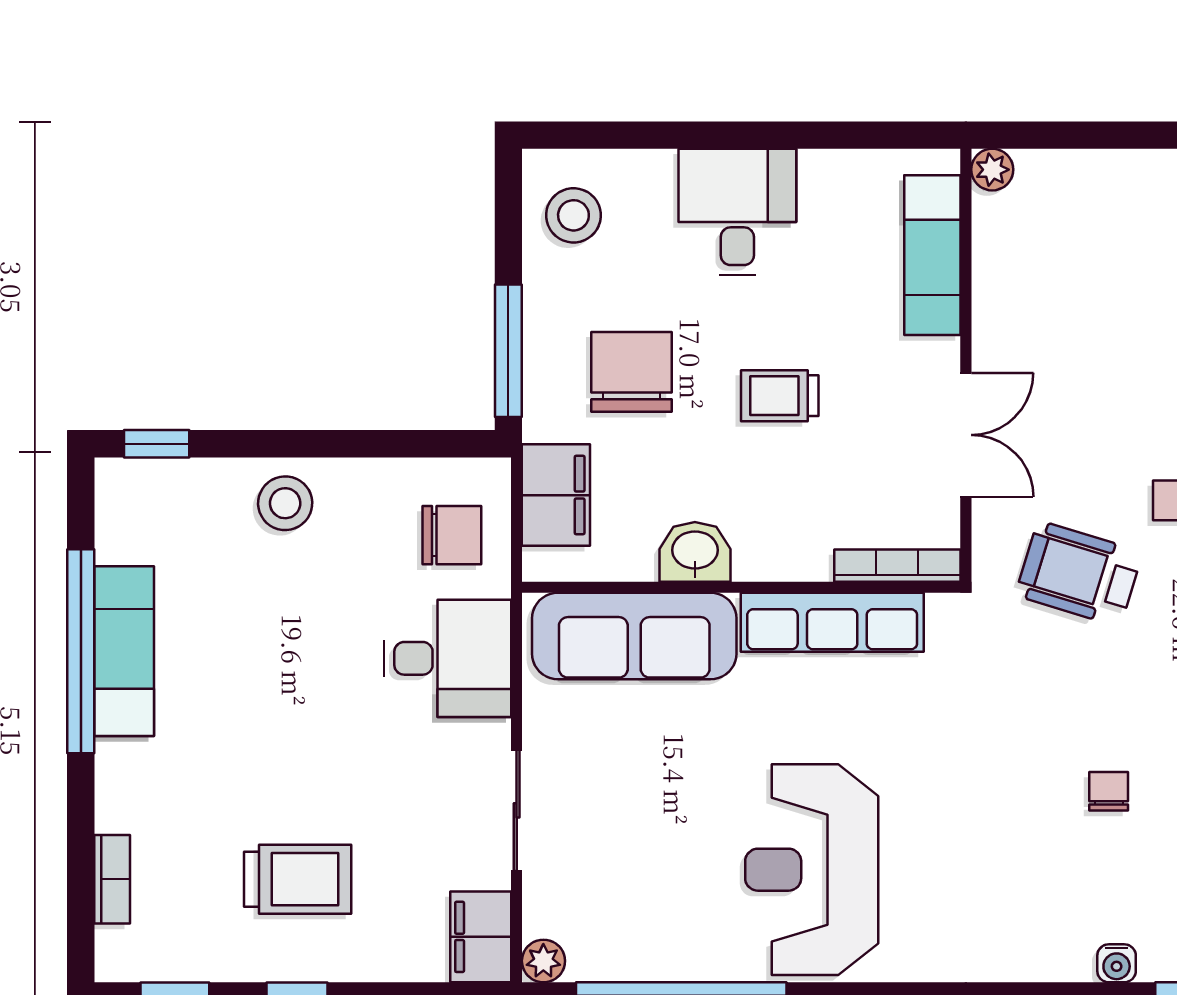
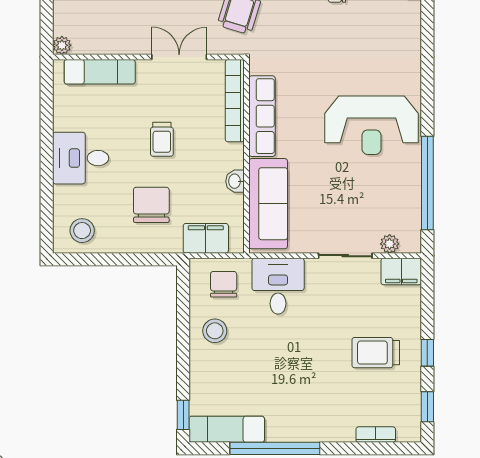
window: (508, 351) -> (142, 259), removed
chair: (631, 372) -> (151, 205), turned 90
stool: (285, 503) -> (215, 331), moved
washbasin: (695, 552) -> (235, 181), width x0.72, depth x0.69
bookcase: (897, 566) -> (235, 101), width x1.48, depth x1.31
exam couch: (124, 651) -> (227, 429), moved
trolley: (298, 879) -> (376, 353), turned -90
plant: (543, 961) -> (390, 244), moved

